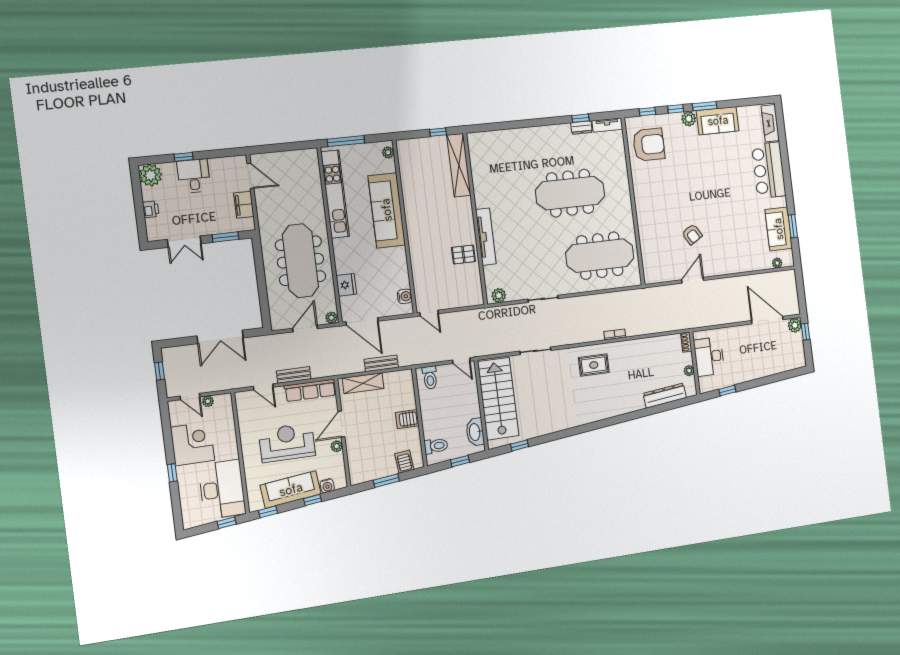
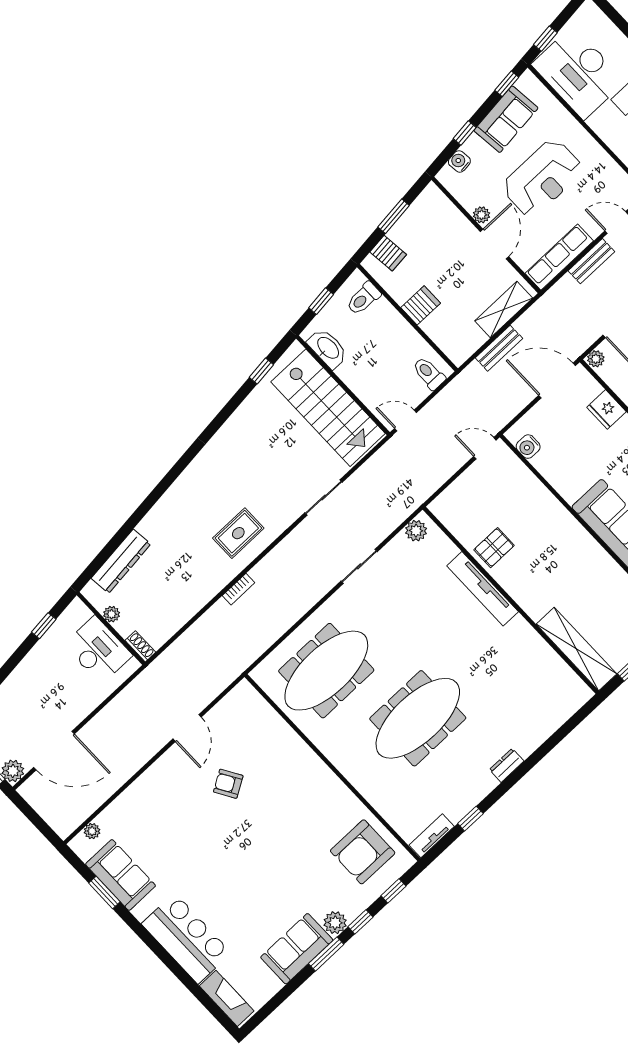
dresser: (581, 128) -> (507, 765), moved
sofa: (291, 490) -> (506, 119), width x0.73

